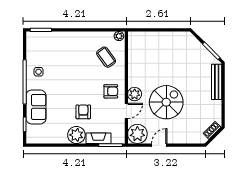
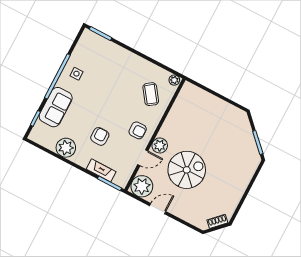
bench: (217, 82) -> (247, 176), removed
plant: (76, 135) -> (66, 148), moved

